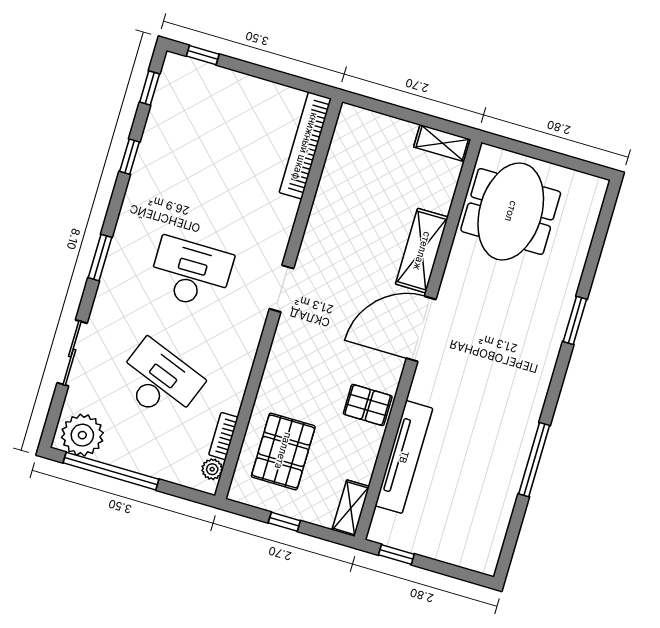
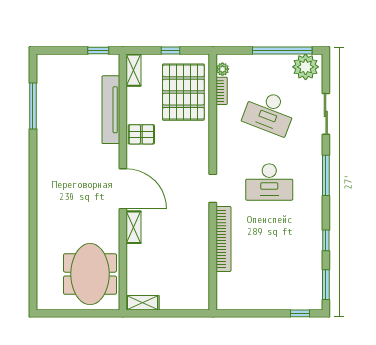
window: (150, 88) -> (326, 285), width x1.50
bookcase: (305, 146) -> (223, 239), moved
shelving: (422, 251) -> (134, 227), width x0.67, depth x0.75
window: (100, 258) -> (326, 175), width x1.44
window: (575, 320) -> (33, 221), removed
door: (421, 329) -> (123, 189), hinge flipped
pallet: (283, 451) -> (183, 92), width x1.37, depth x1.41
window: (534, 460) -> (33, 106), moved

